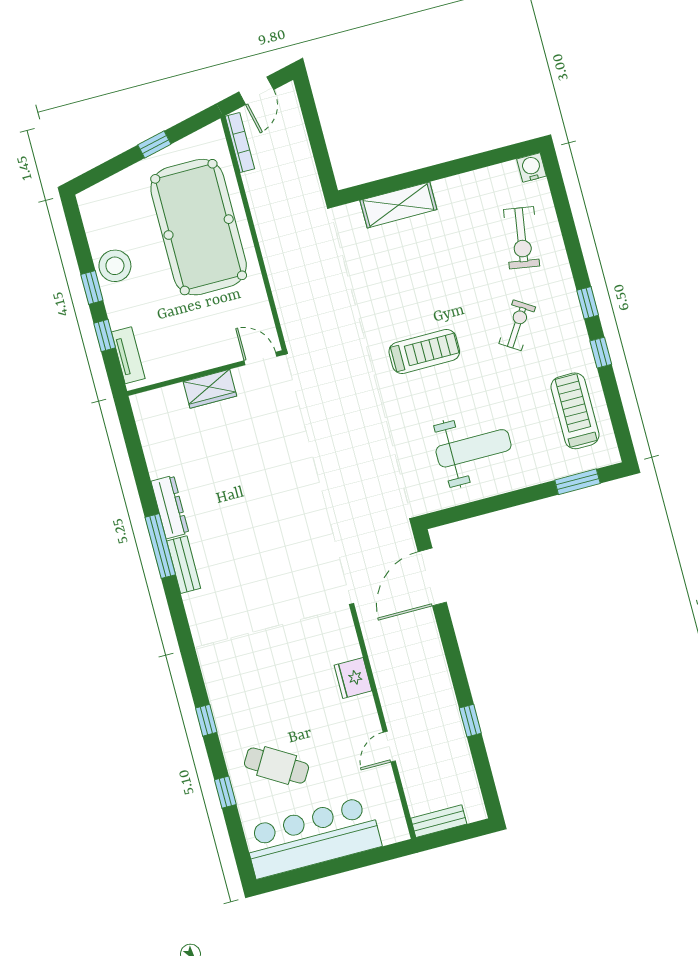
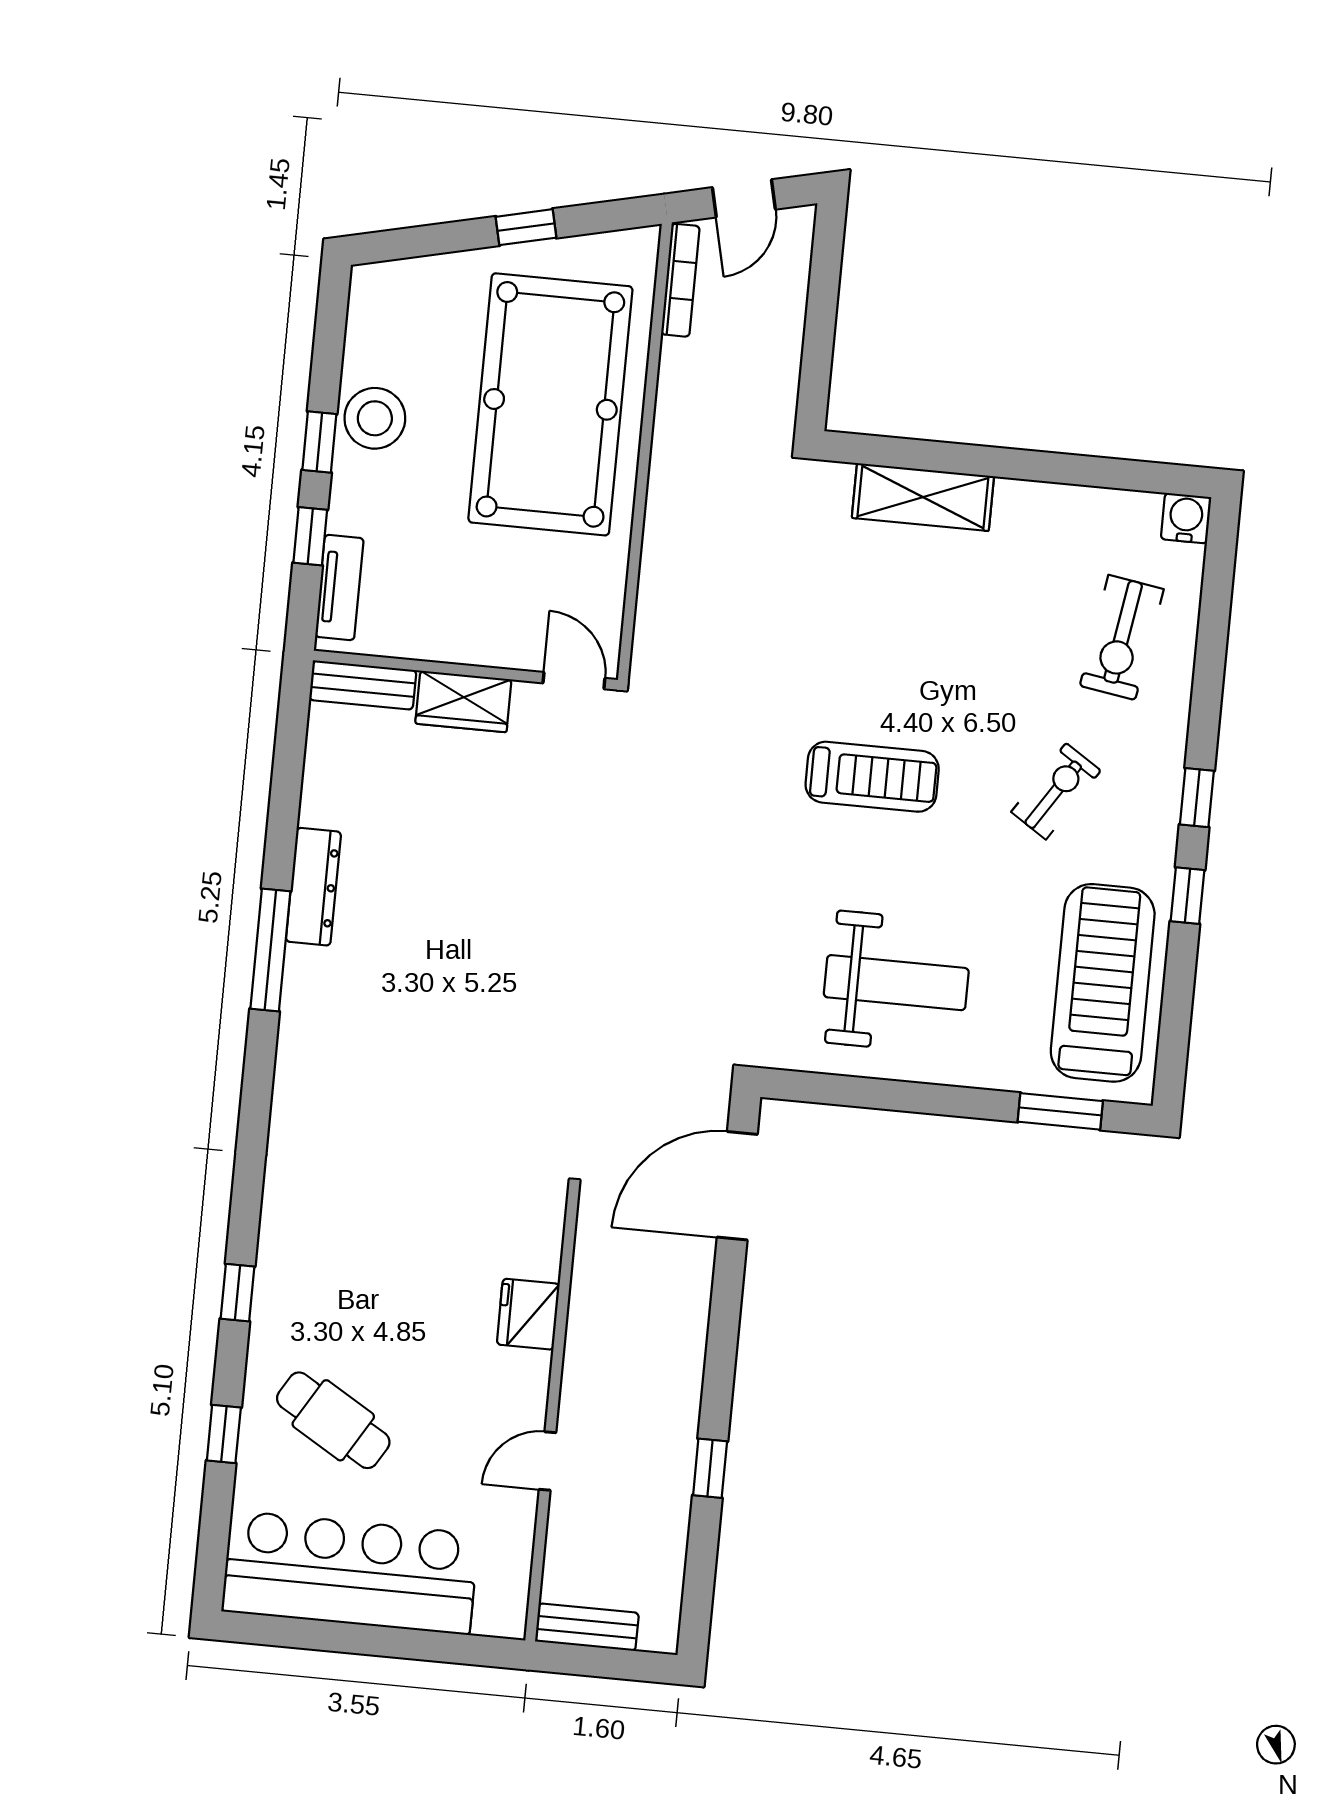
treadmill: (575, 411) -> (1103, 983), width x1.37, depth x1.38
bench: (184, 565) -> (363, 685), moved, turned 90

